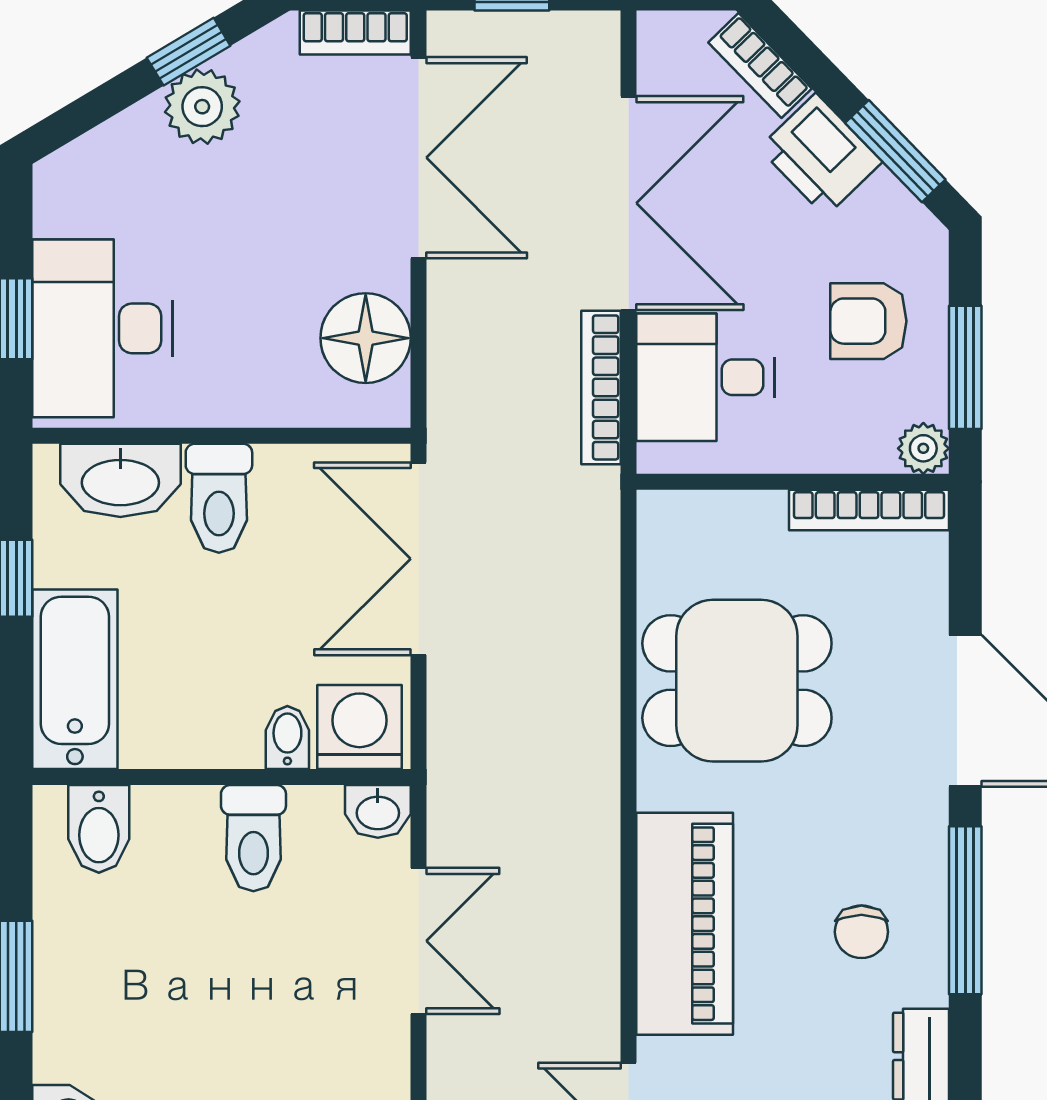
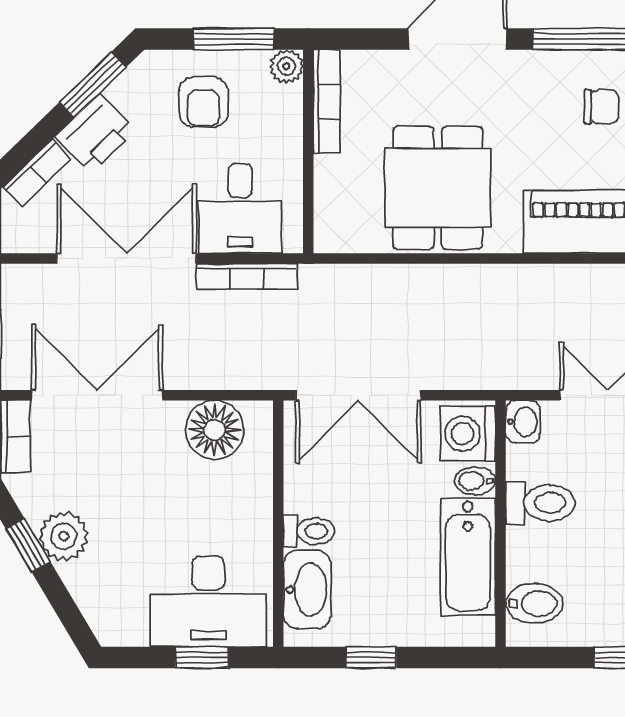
toilet: (219, 498) -> (309, 531), width x0.73, depth x0.72
bathtub: (75, 679) -> (468, 557), moved, turned -90

